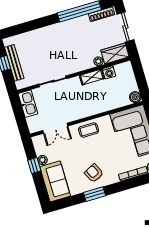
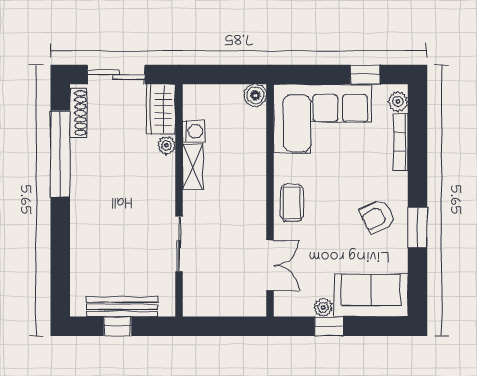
kitchen sink: (28, 104) -> (208, 303), removed

